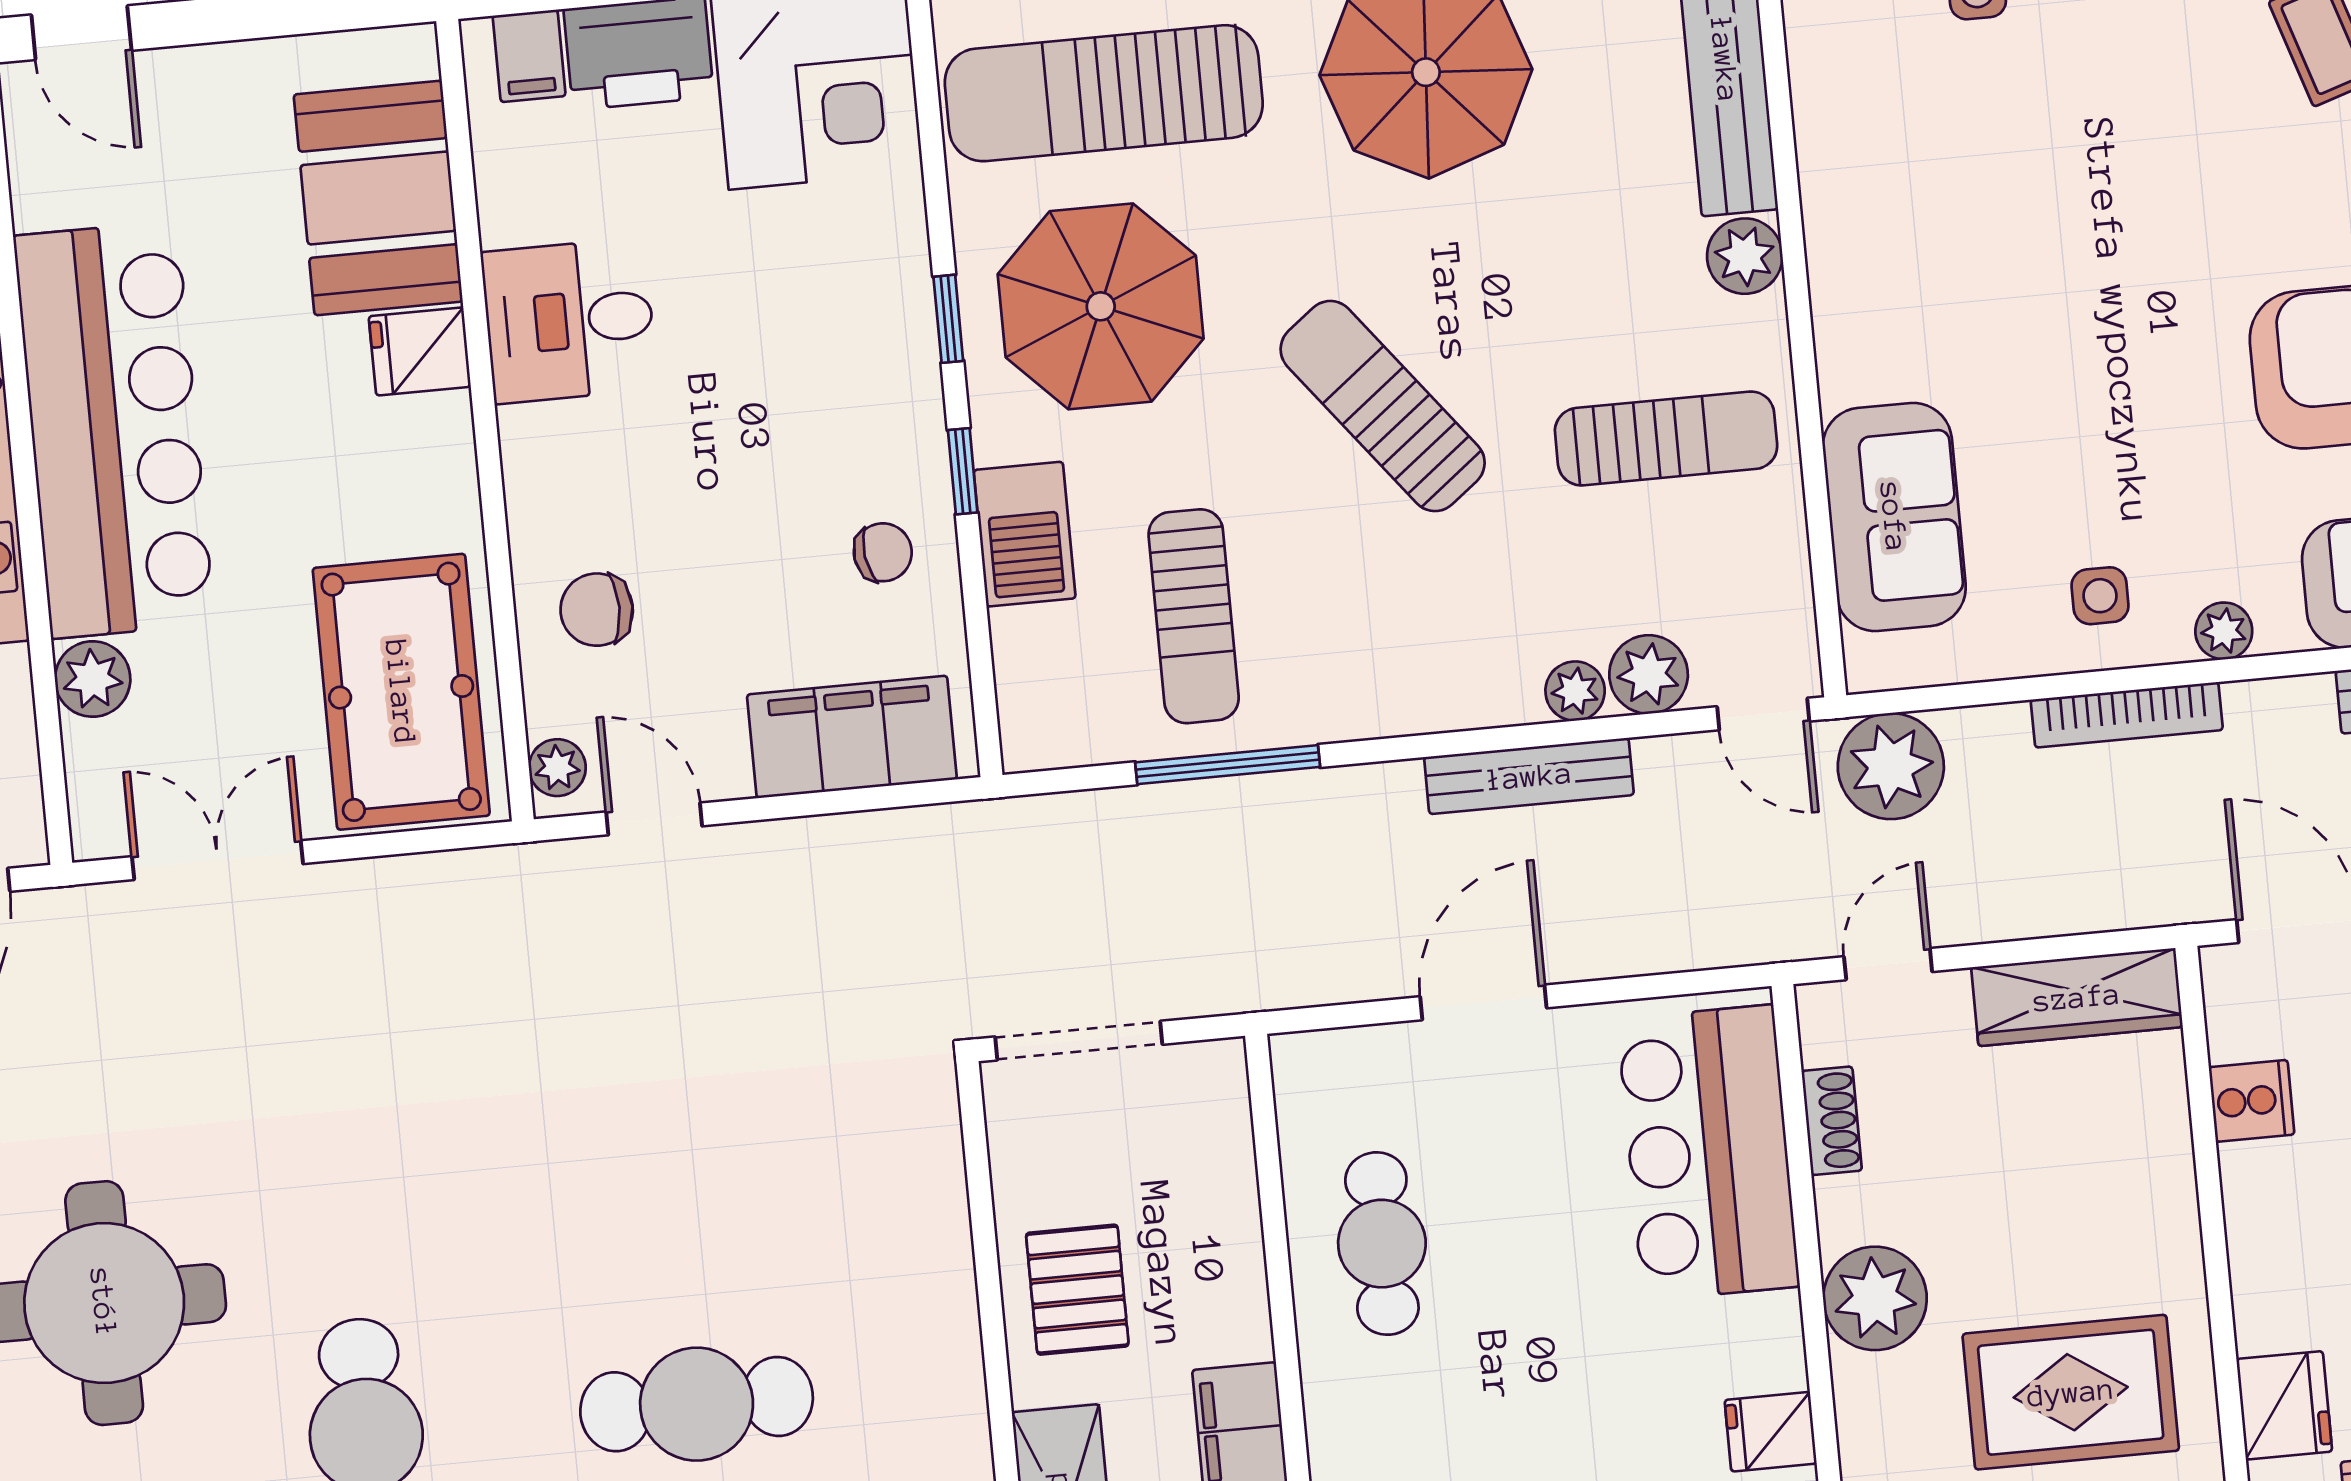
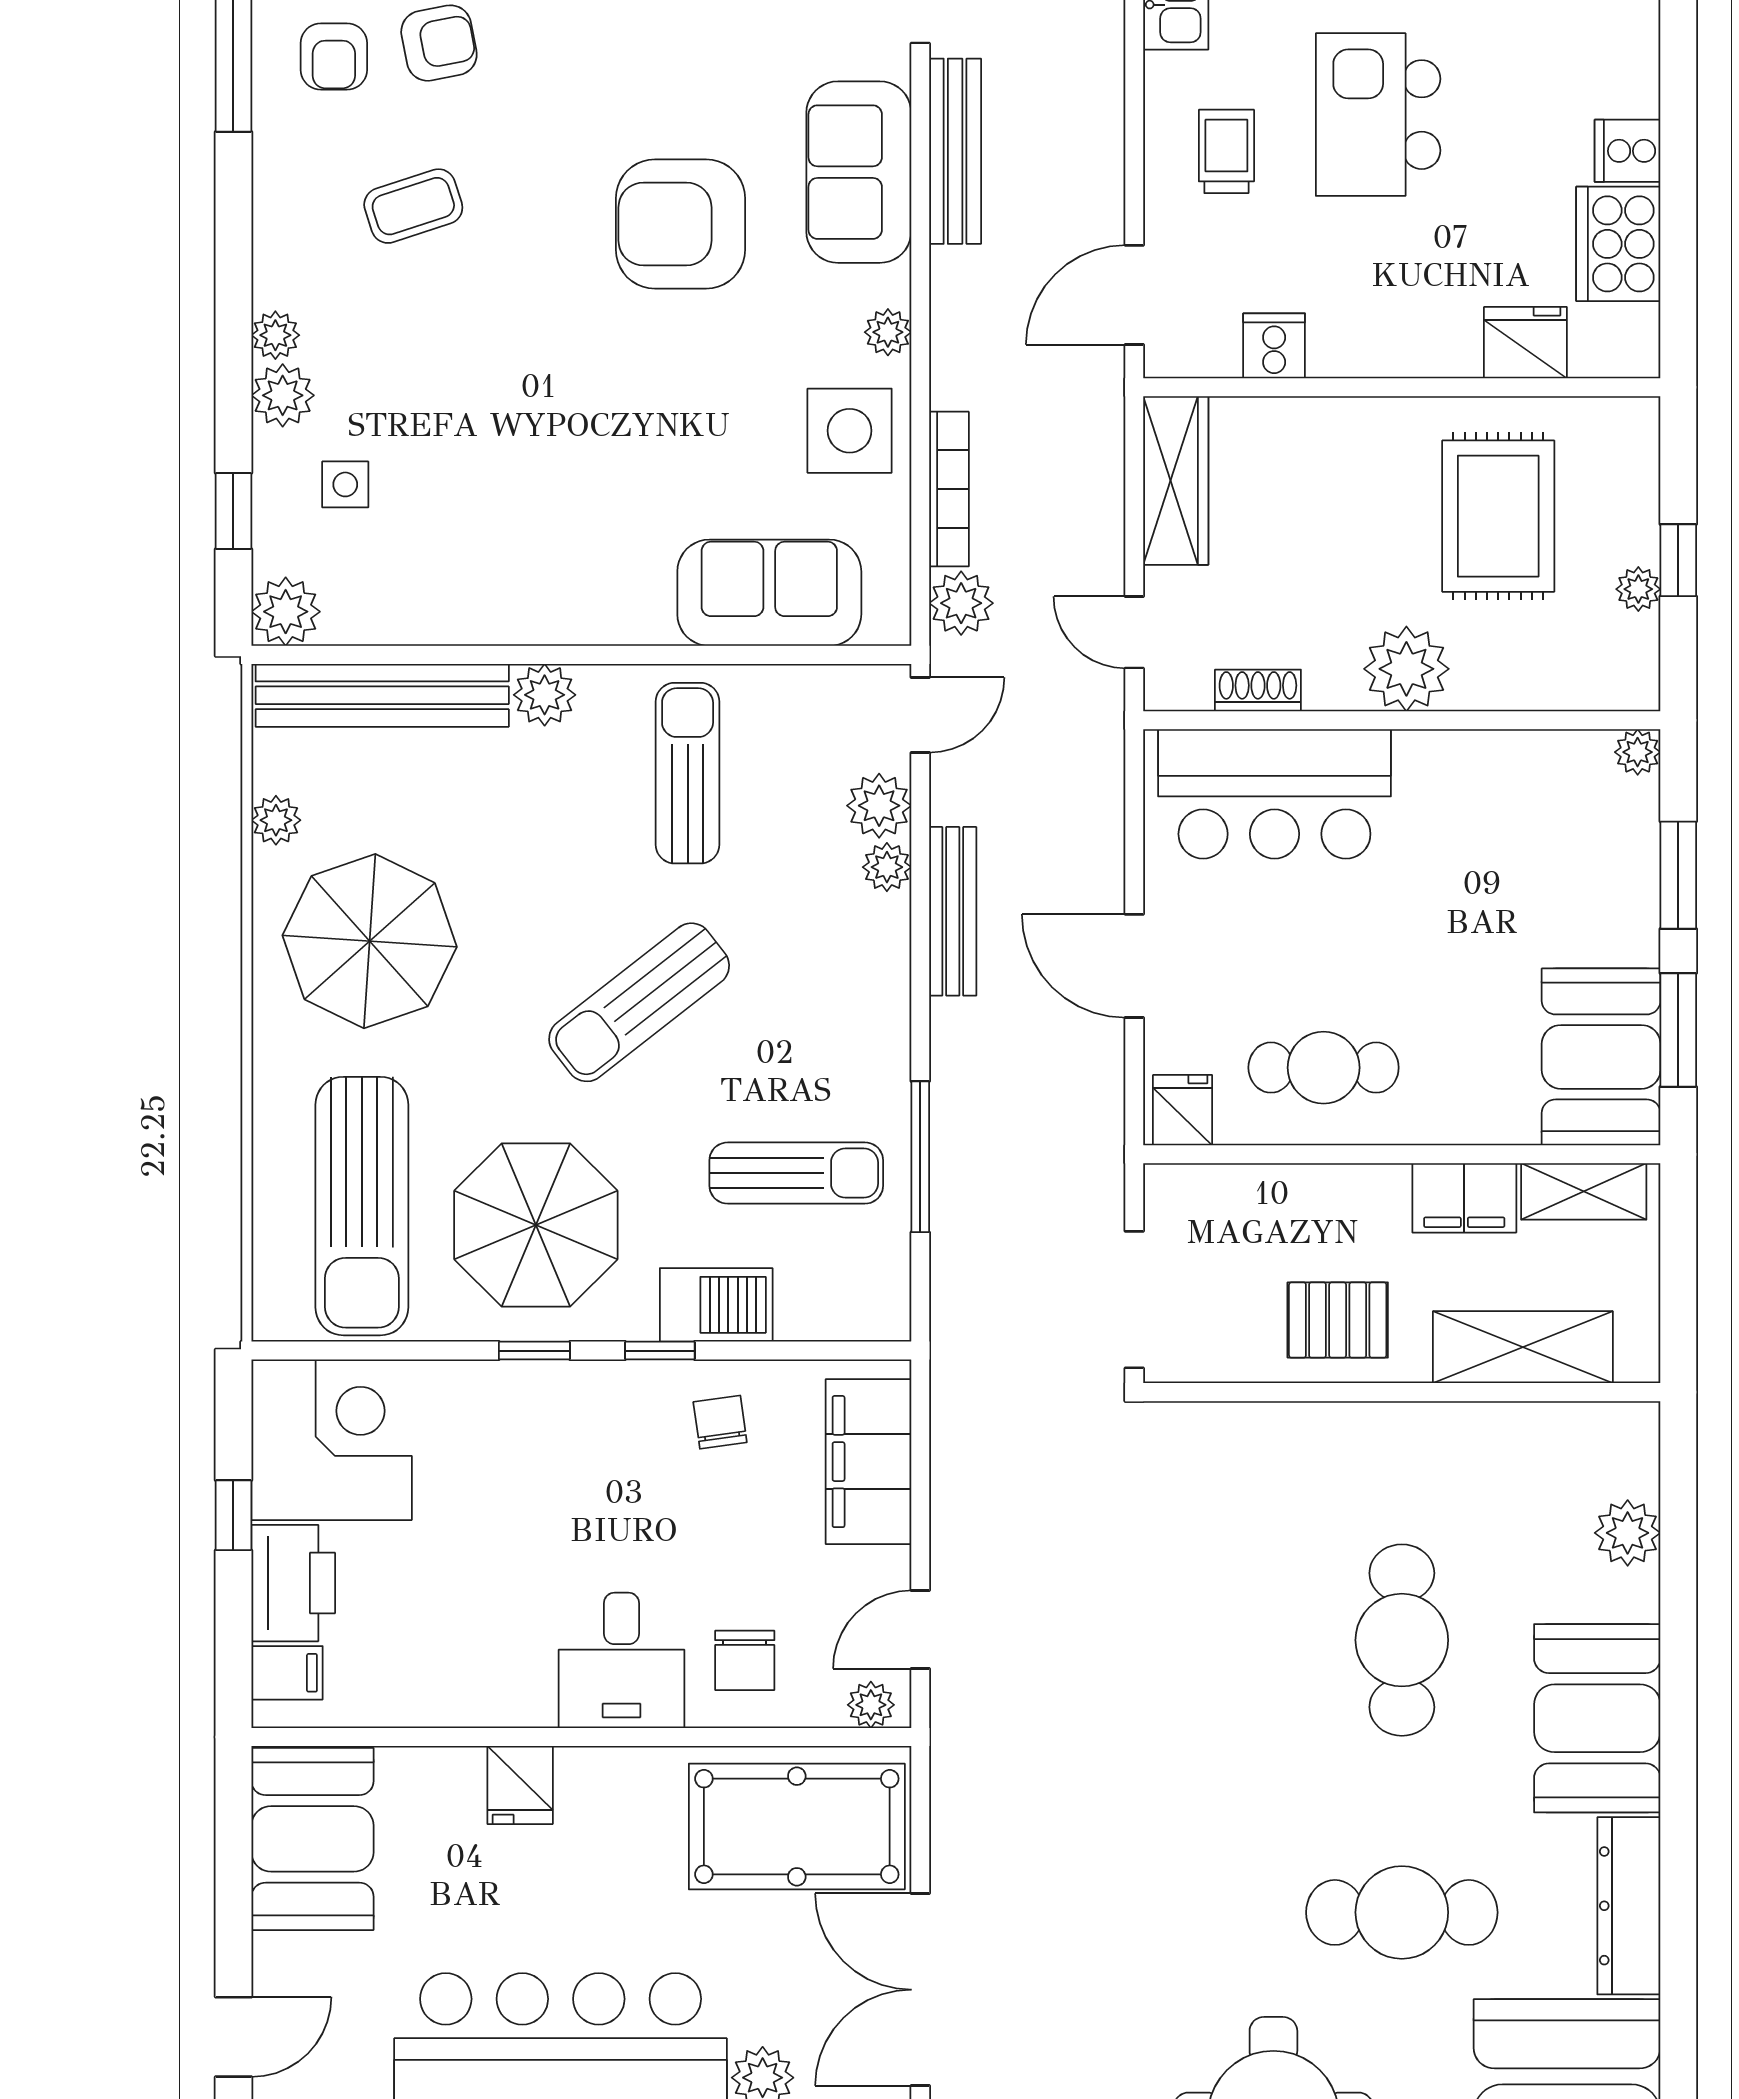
booth: (378, 198) -> (312, 1839), moved, turned 90
desk: (569, 321) -> (621, 1660), moved
side table: (2100, 596) -> (850, 431), width x1.87, depth x1.87
bookcase: (2127, 715) -> (949, 489), moved
plant: (1891, 766) -> (961, 603), width x0.73, depth x0.73
double door: (218, 860) -> (920, 1990), width x1.37
fridge: (1771, 1432) -> (1183, 1110), moved, turned 180

